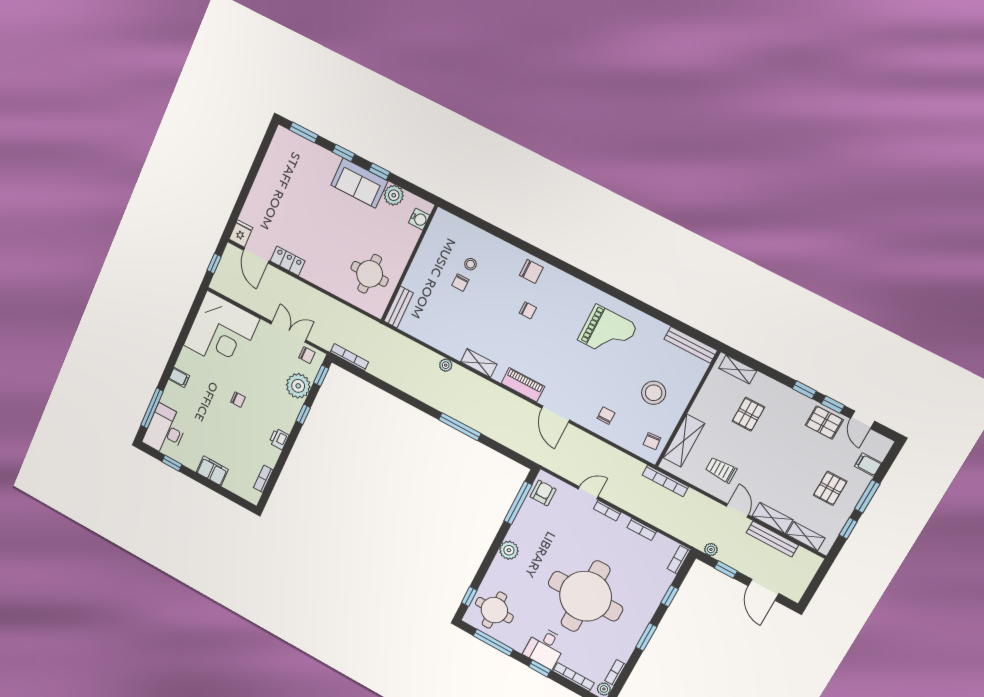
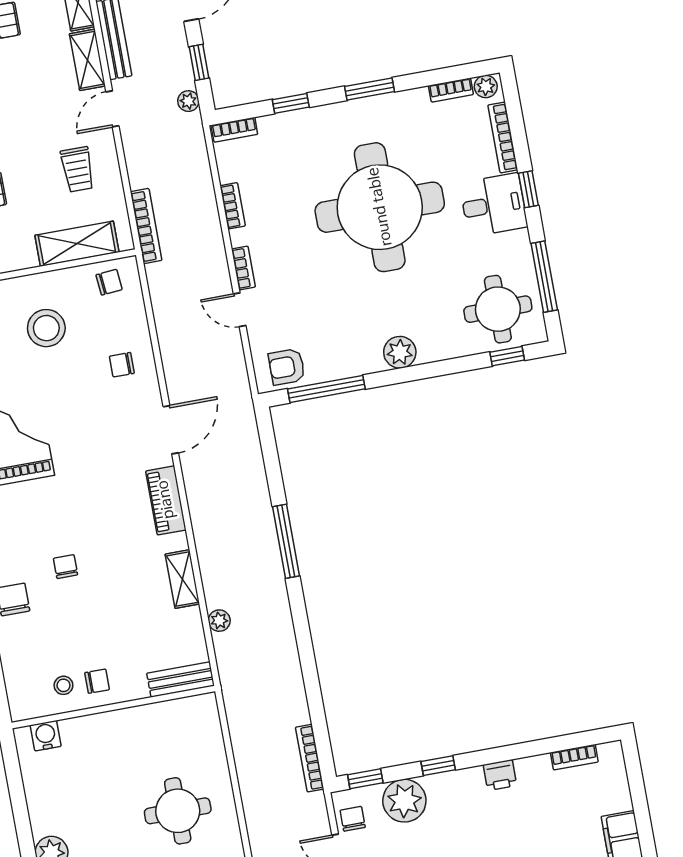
water cooler: (419, 219) -> (46, 736), moved
wall: (409, 264) -> (113, 707), moved
bench: (399, 307) -> (181, 679), moved

